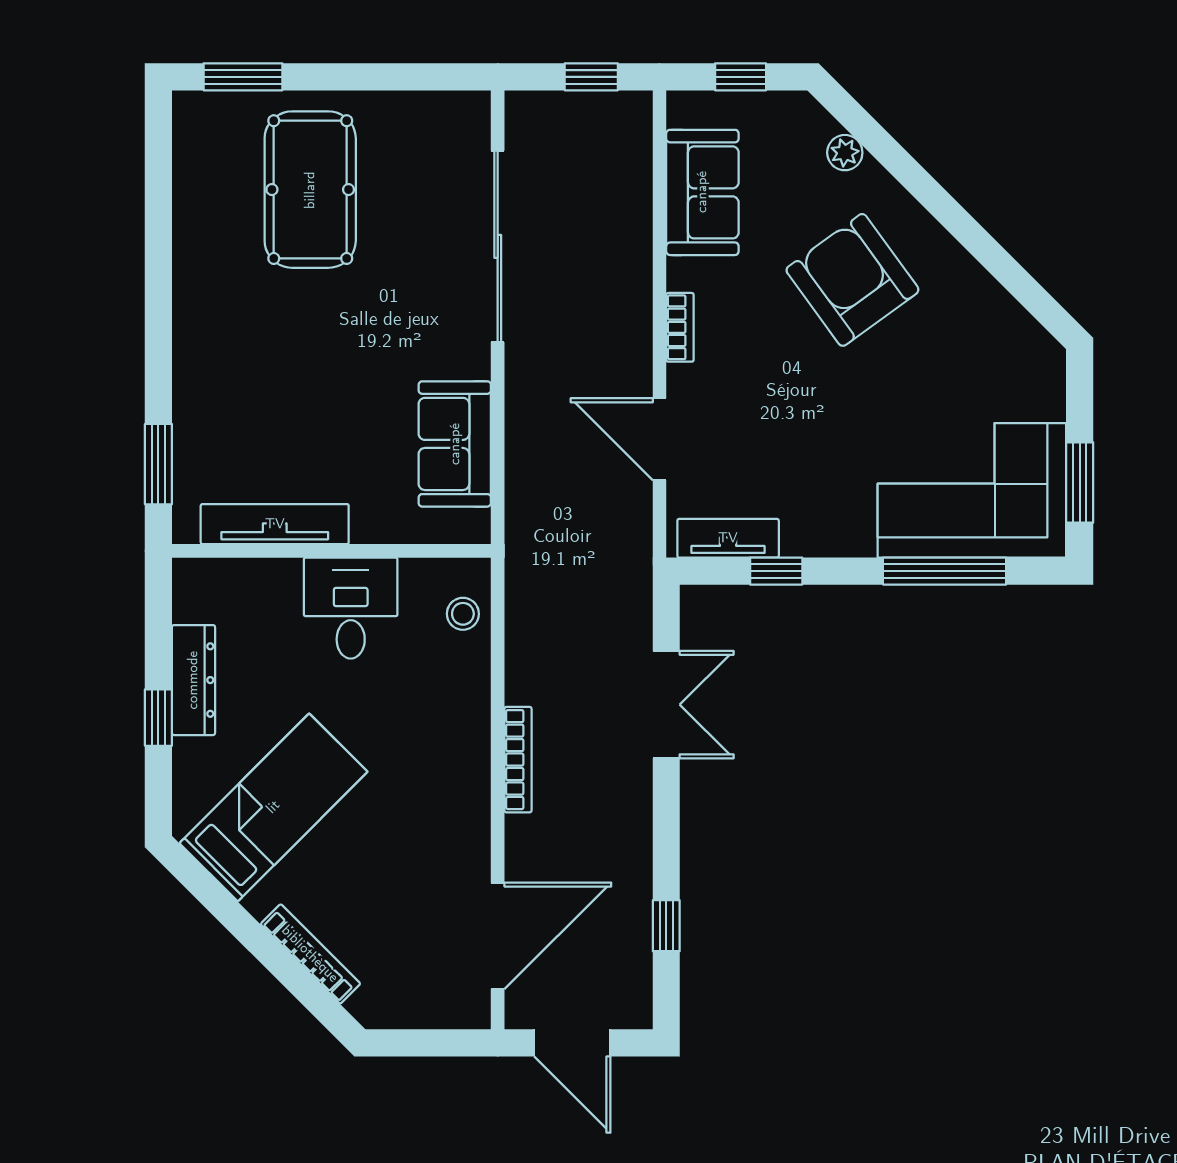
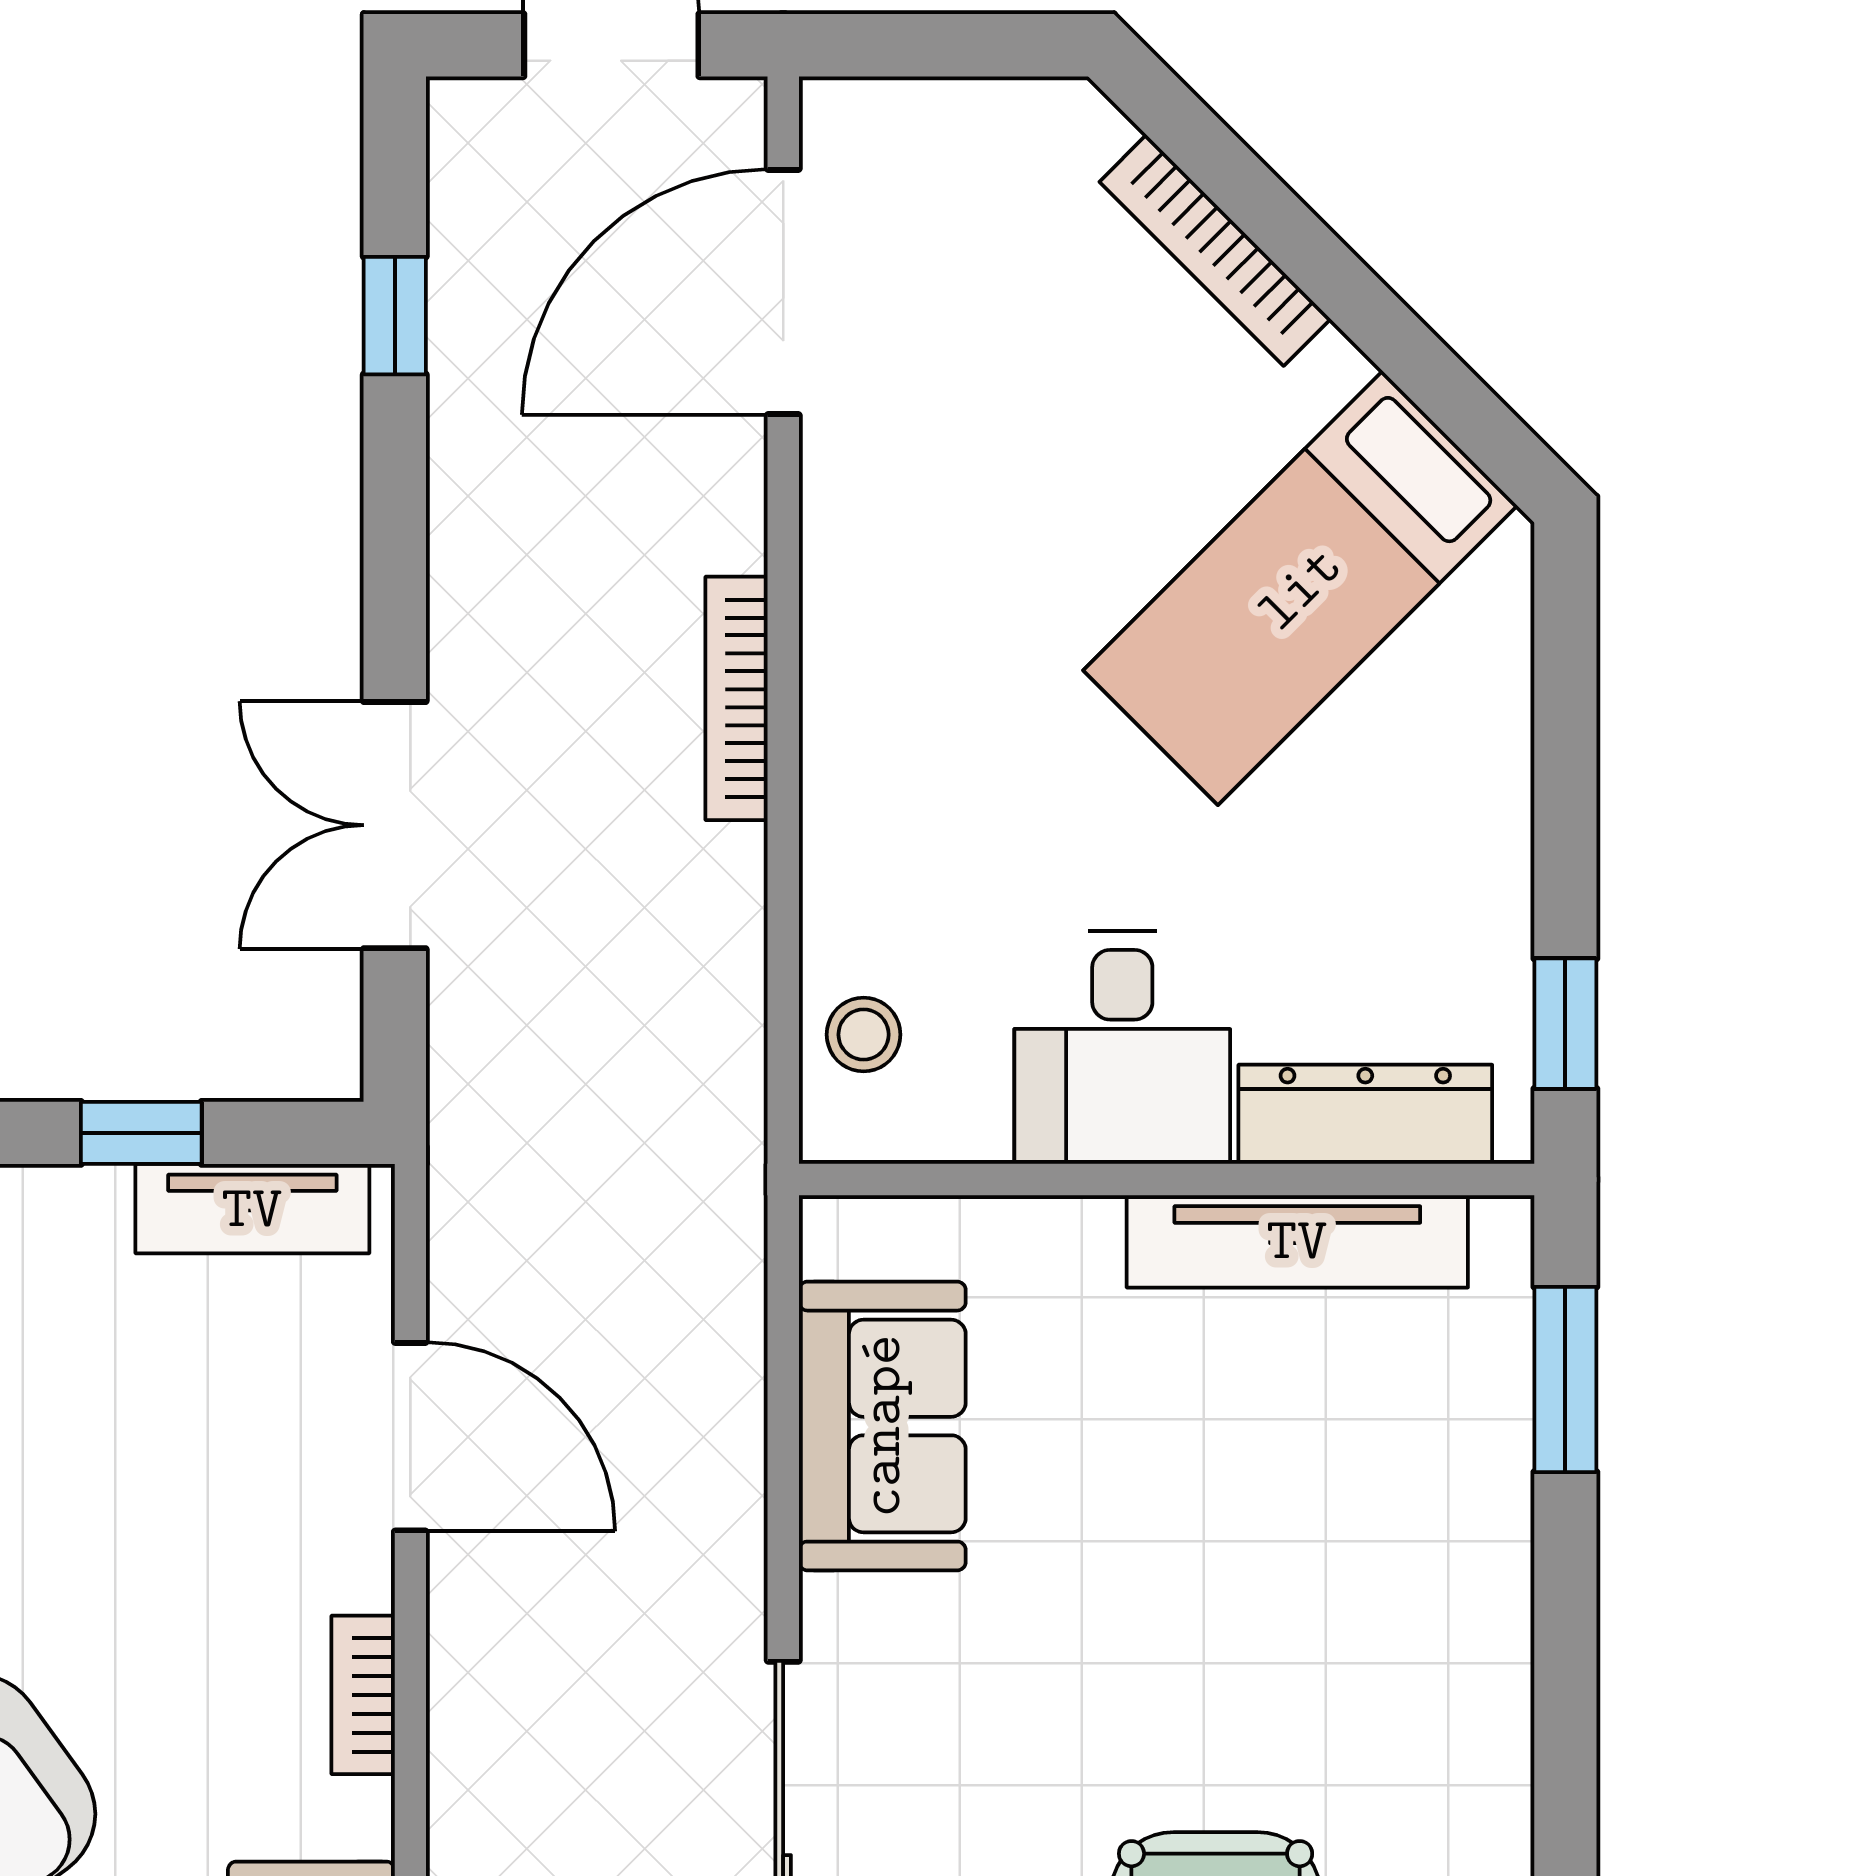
dresser: (193, 680) -> (1365, 1114), moved, turned 90
window: (158, 718) -> (1565, 1024), moved

